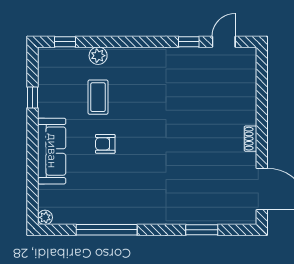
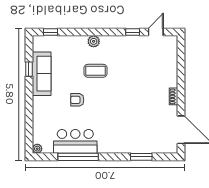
plant: (98, 56) -> (94, 41), moved
coffee table: (98, 97) -> (95, 71), moved, turned 90
sofa: (52, 151) -> (42, 74), moved
bar counter: (102, 207) -> (75, 141), added

